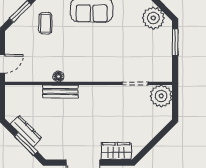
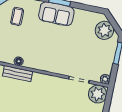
plant: (166, 76) -> (105, 79), added

